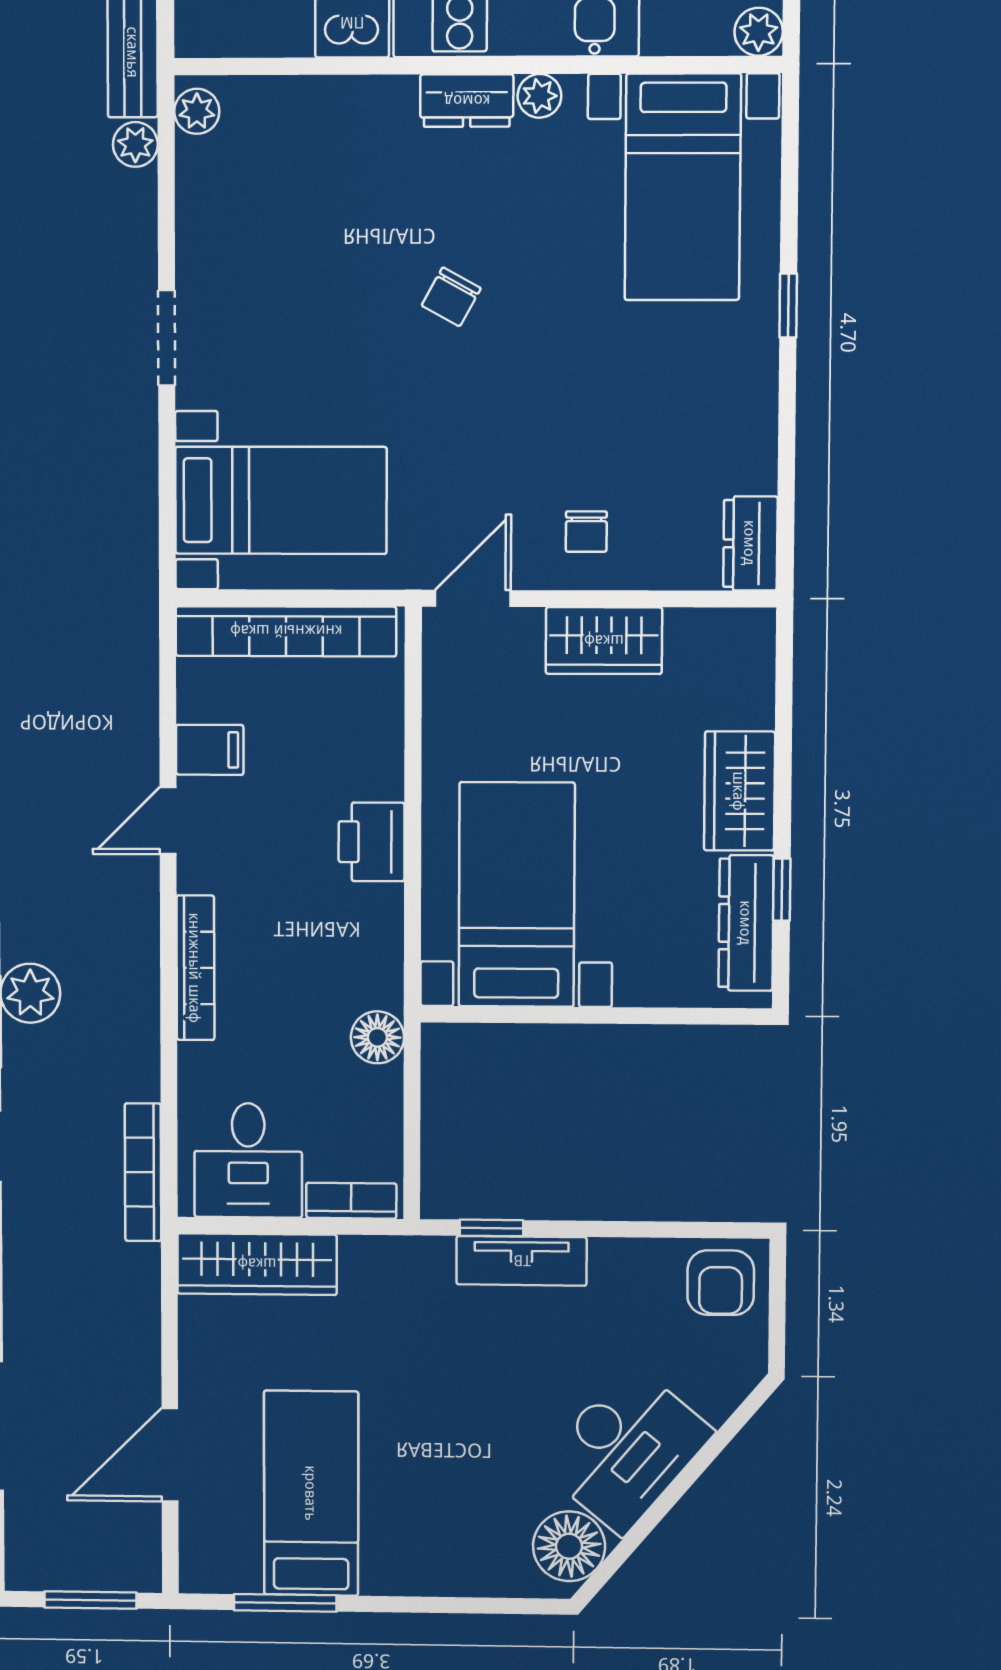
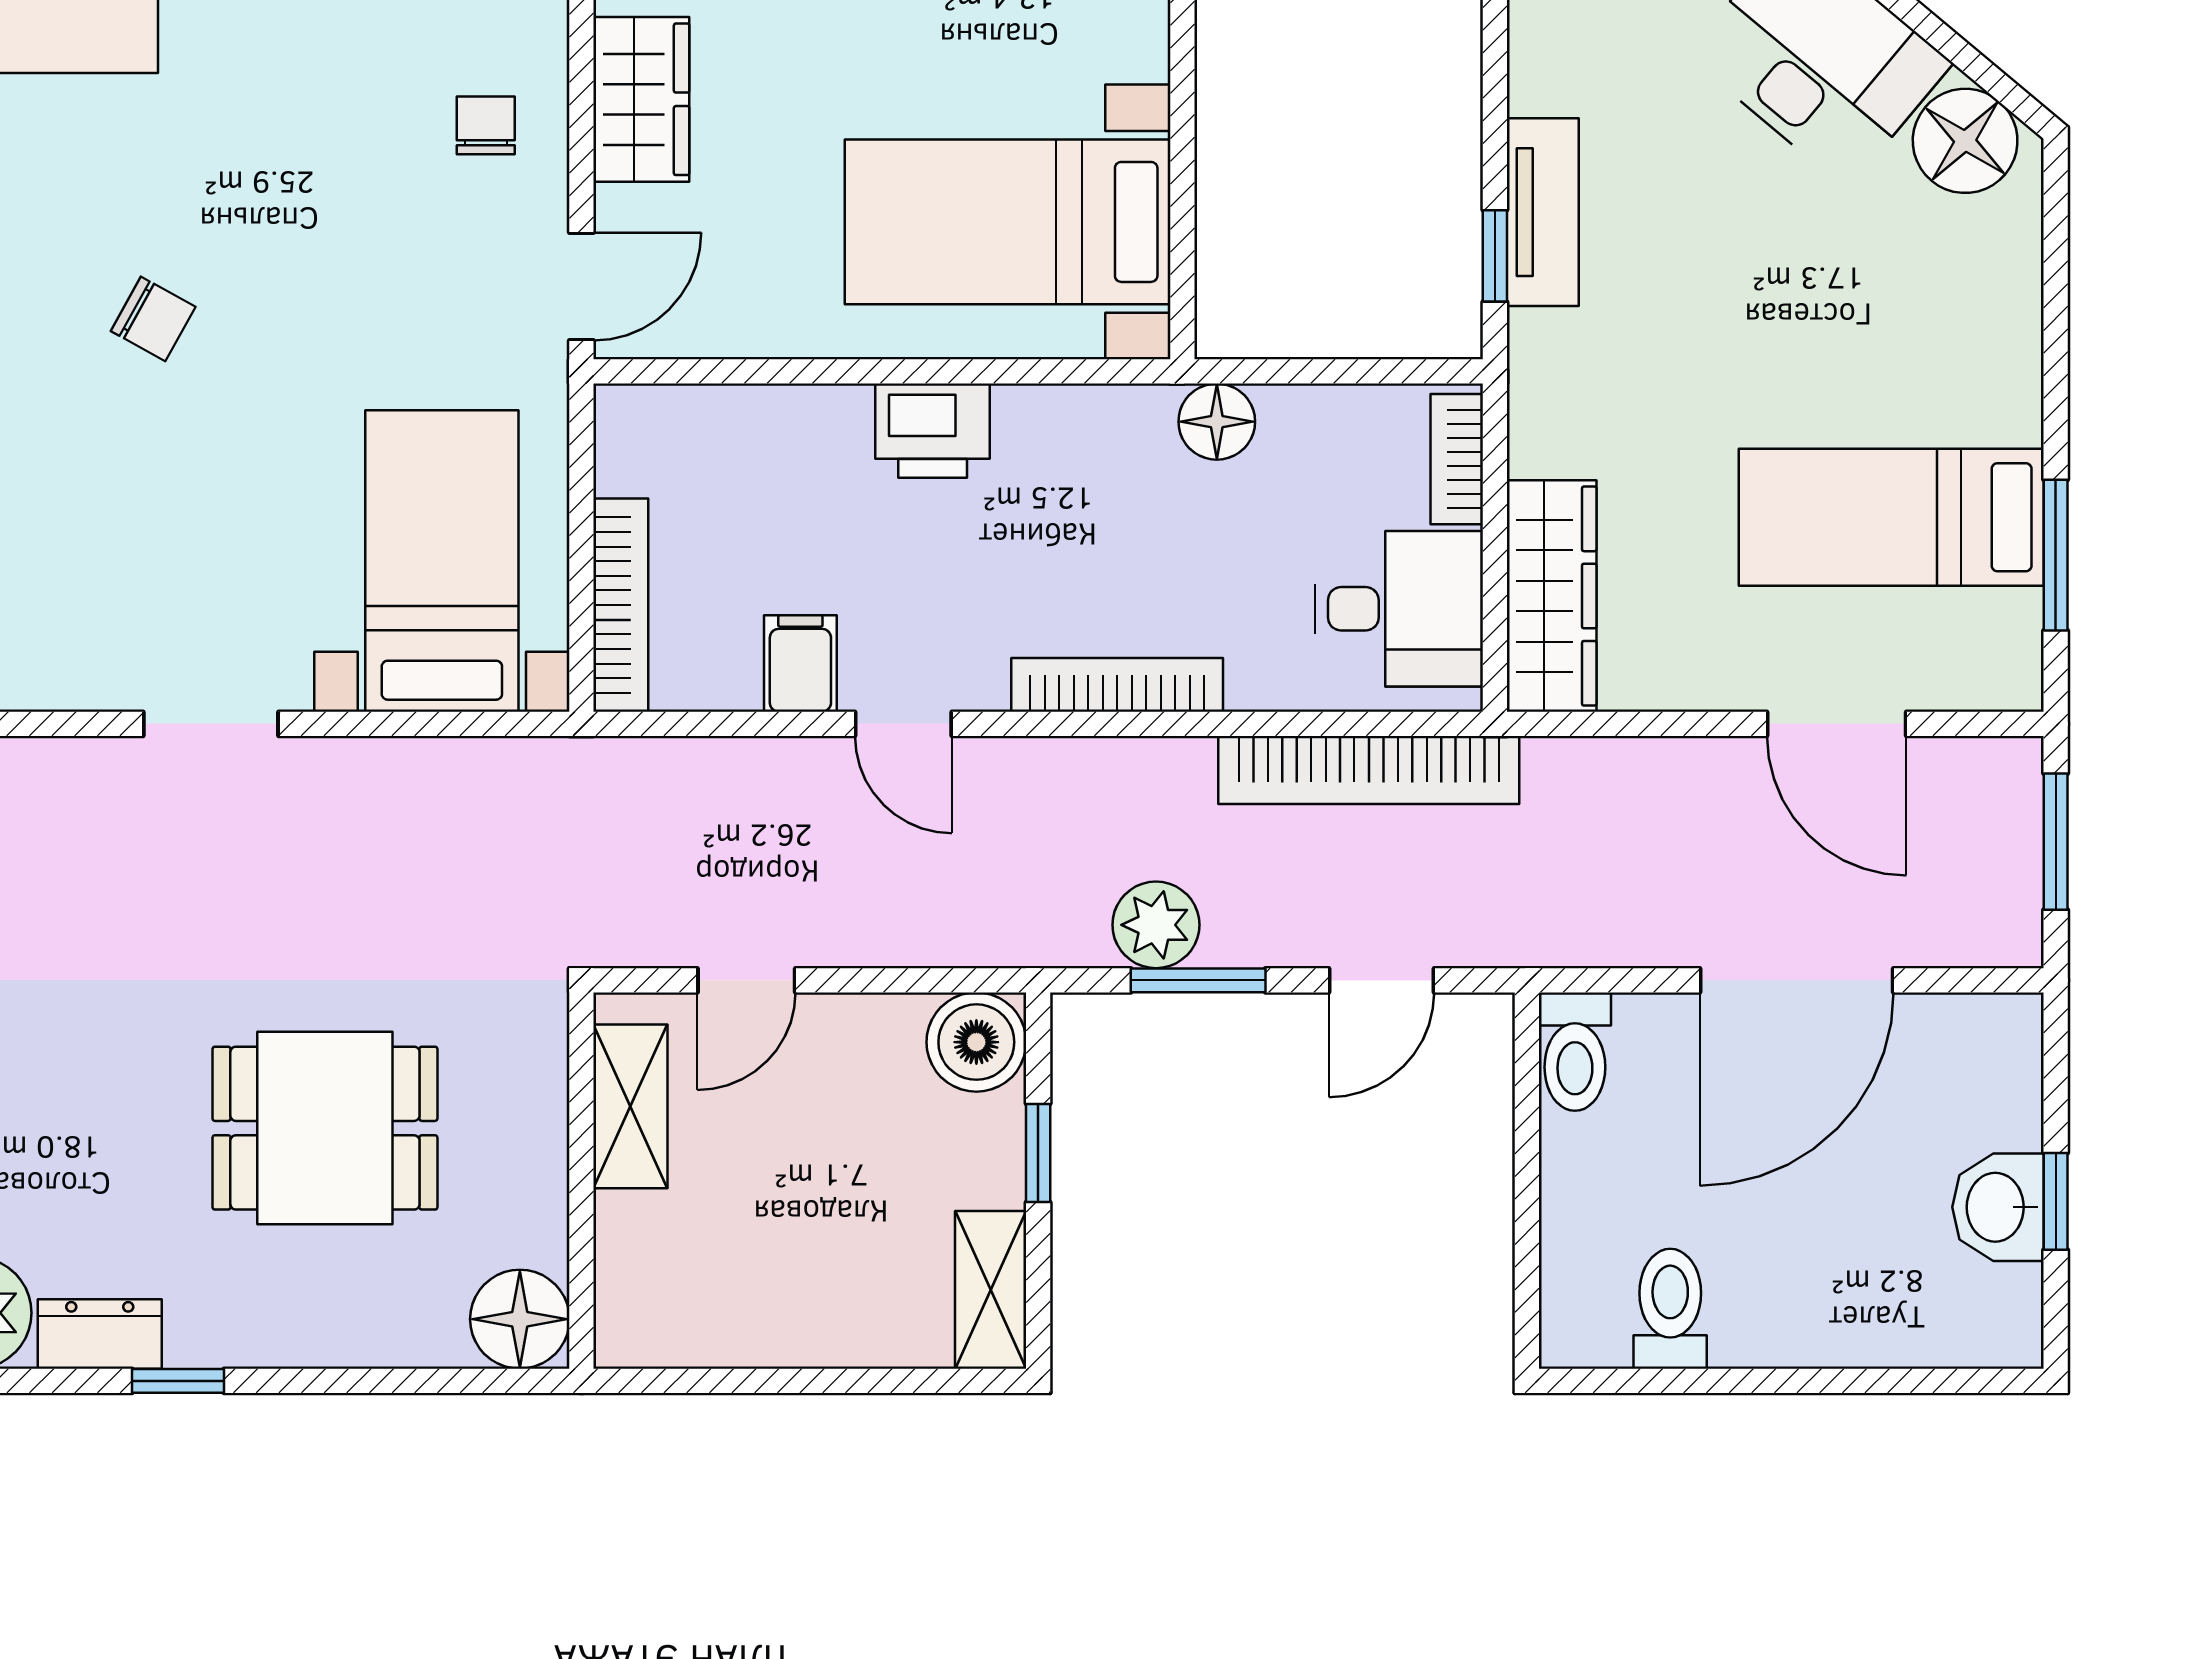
chair: (586, 532) -> (486, 125), turned -90
door: (473, 598) -> (581, 286), swing flipped
bookcase: (286, 631) -> (621, 605), width x0.68, depth x0.76
bookcase: (143, 1172) -> (1369, 770), width x1.48, depth x1.31

